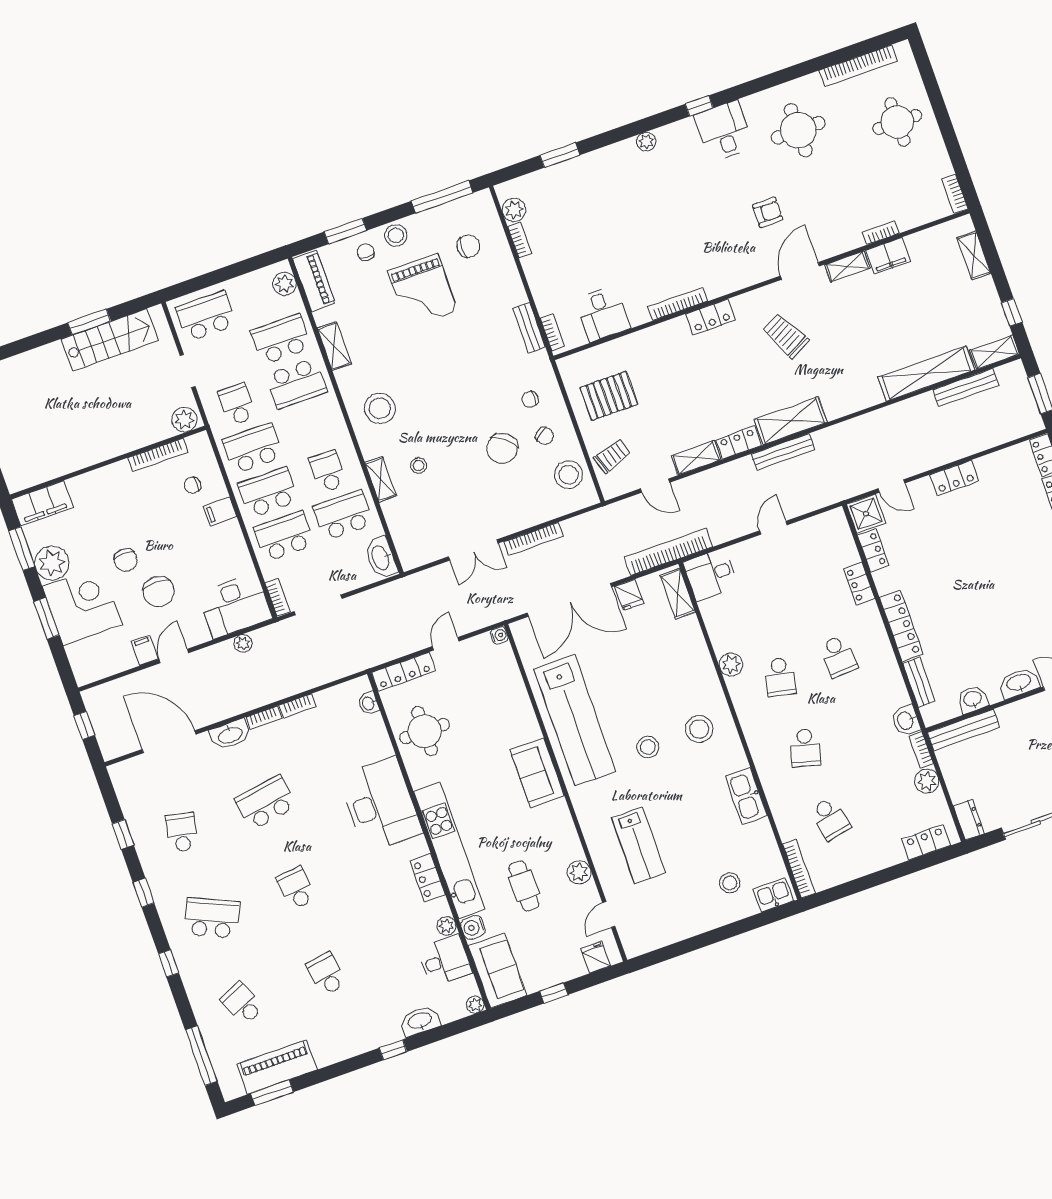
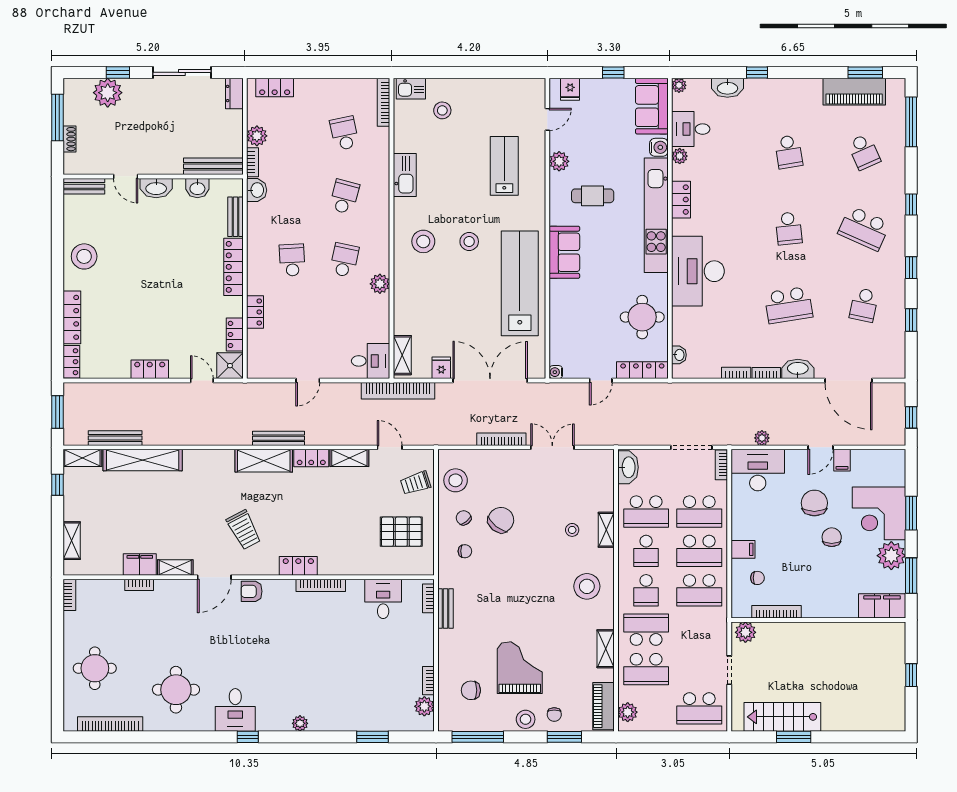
armchair: (768, 212) -> (252, 591), moved
school desk: (237, 404) -> (646, 590), moved
cafe table: (524, 886) -> (593, 196), moved, turned 90

